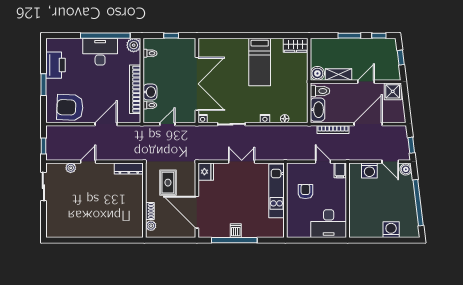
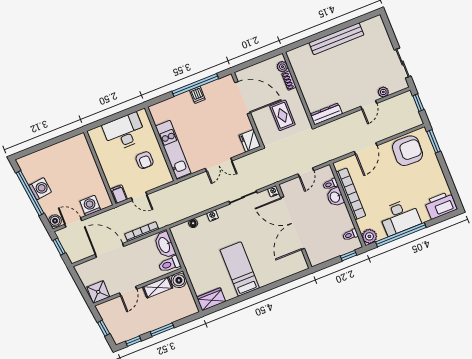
window: (171, 36) -> (348, 256), moved
printer: (56, 65) -> (441, 205), moved, turned 90
window: (43, 85) -> (434, 141), moved
door: (368, 124) -> (109, 250), swing flipped
desk: (329, 224) -> (124, 132), moved
washing machine: (391, 230) -> (40, 189), moved, turned -97
bench: (93, 231) -> (336, 39), added

